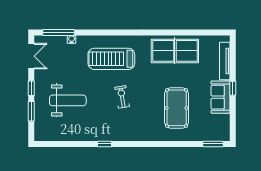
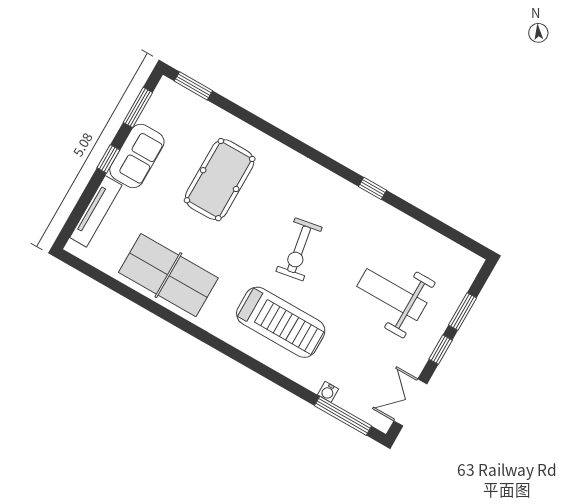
exercise bike: (122, 97) -> (299, 249), width x1.38, depth x1.39
window: (233, 119) -> (138, 107), added

